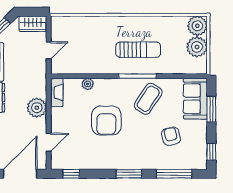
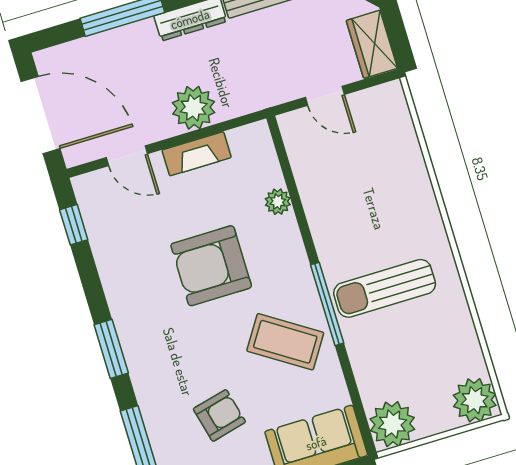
plant: (197, 47) -> (392, 424), moved
sun lounger: (138, 50) -> (385, 288), turned 90
fireplace: (57, 92) -> (197, 154), moved

